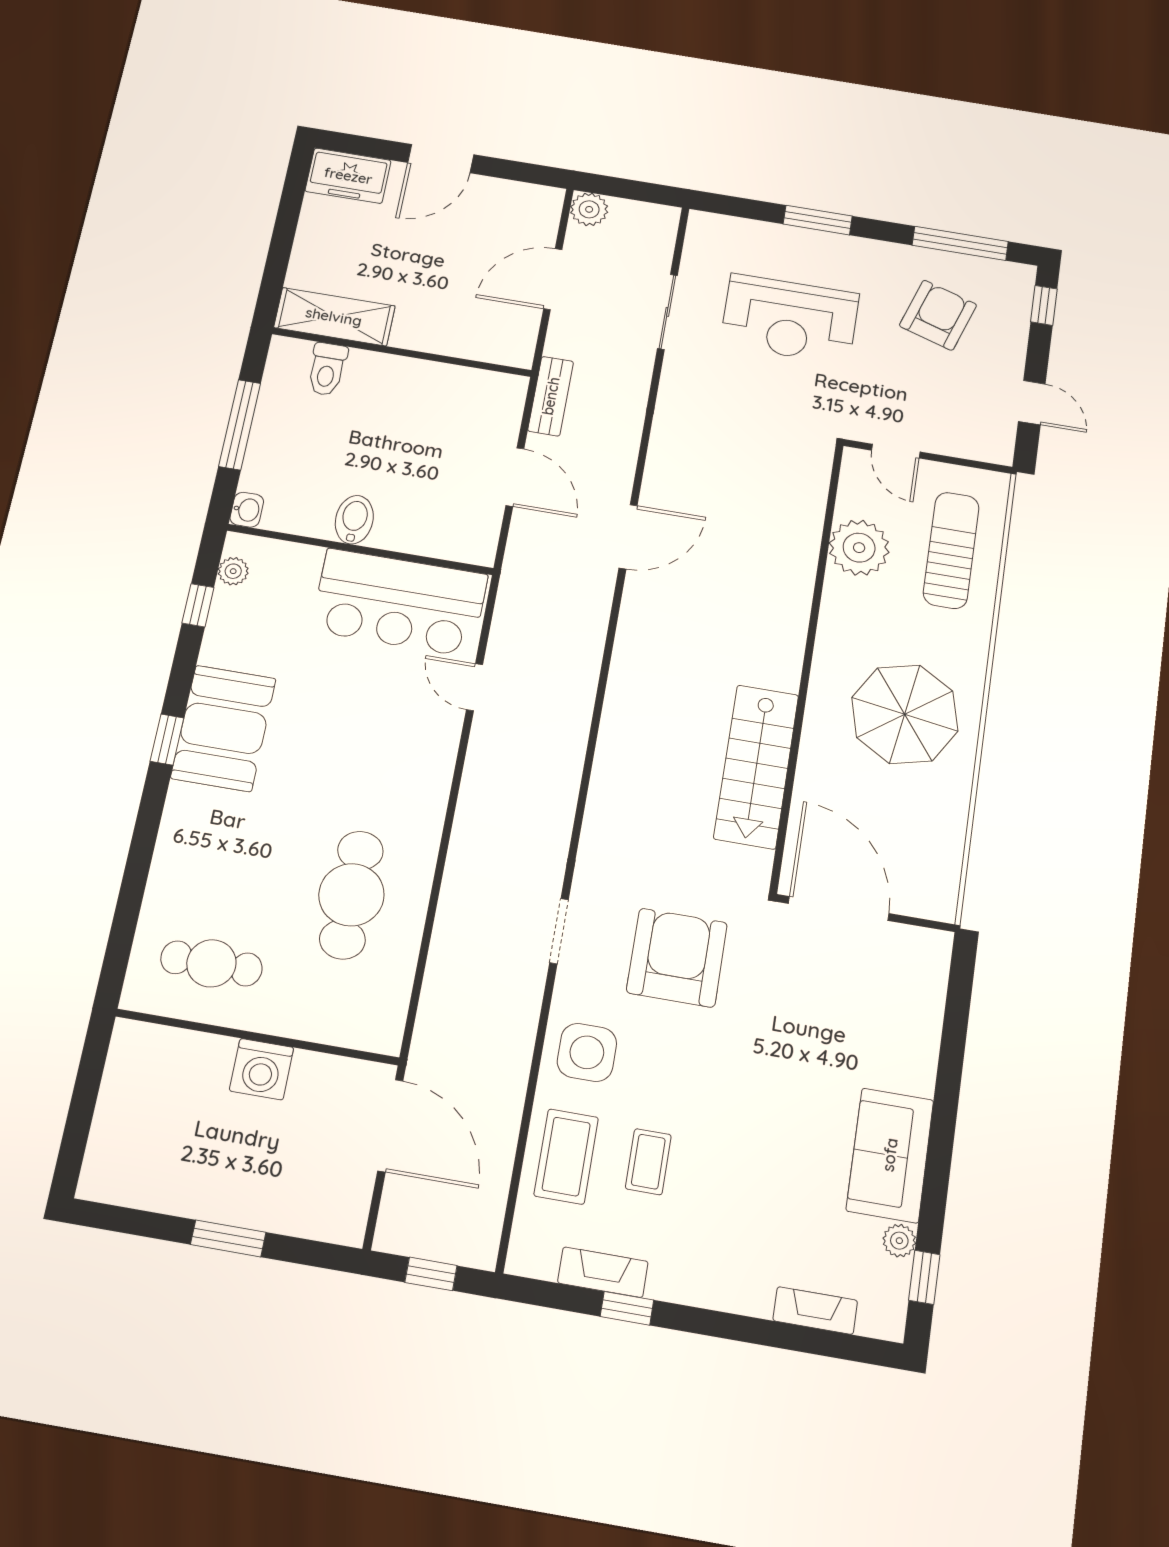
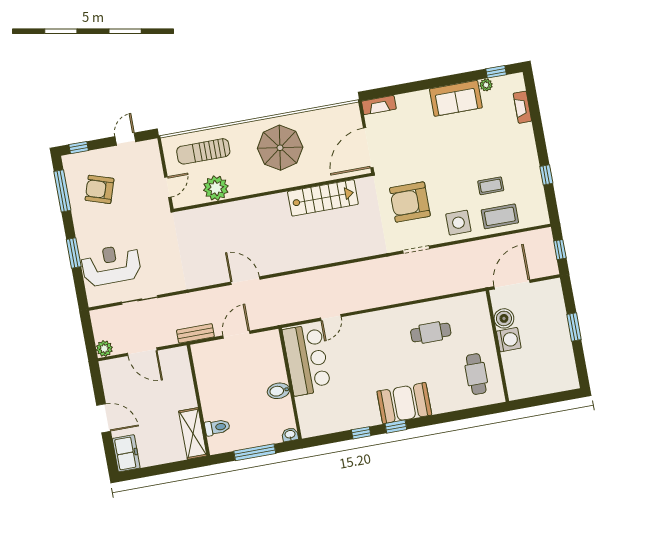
reception desk: (790, 319) -> (111, 265), moved, turned -90
plant: (233, 571) -> (318, 429), removed
window: (198, 605) -> (361, 433), moved
booth: (223, 728) -> (404, 403), moved
cafe table: (351, 895) -> (431, 333), width x0.73, depth x0.74
boiler: (317, 1076) -> (504, 318), added
fireplace: (603, 1272) -> (379, 105), moved, turned -90

